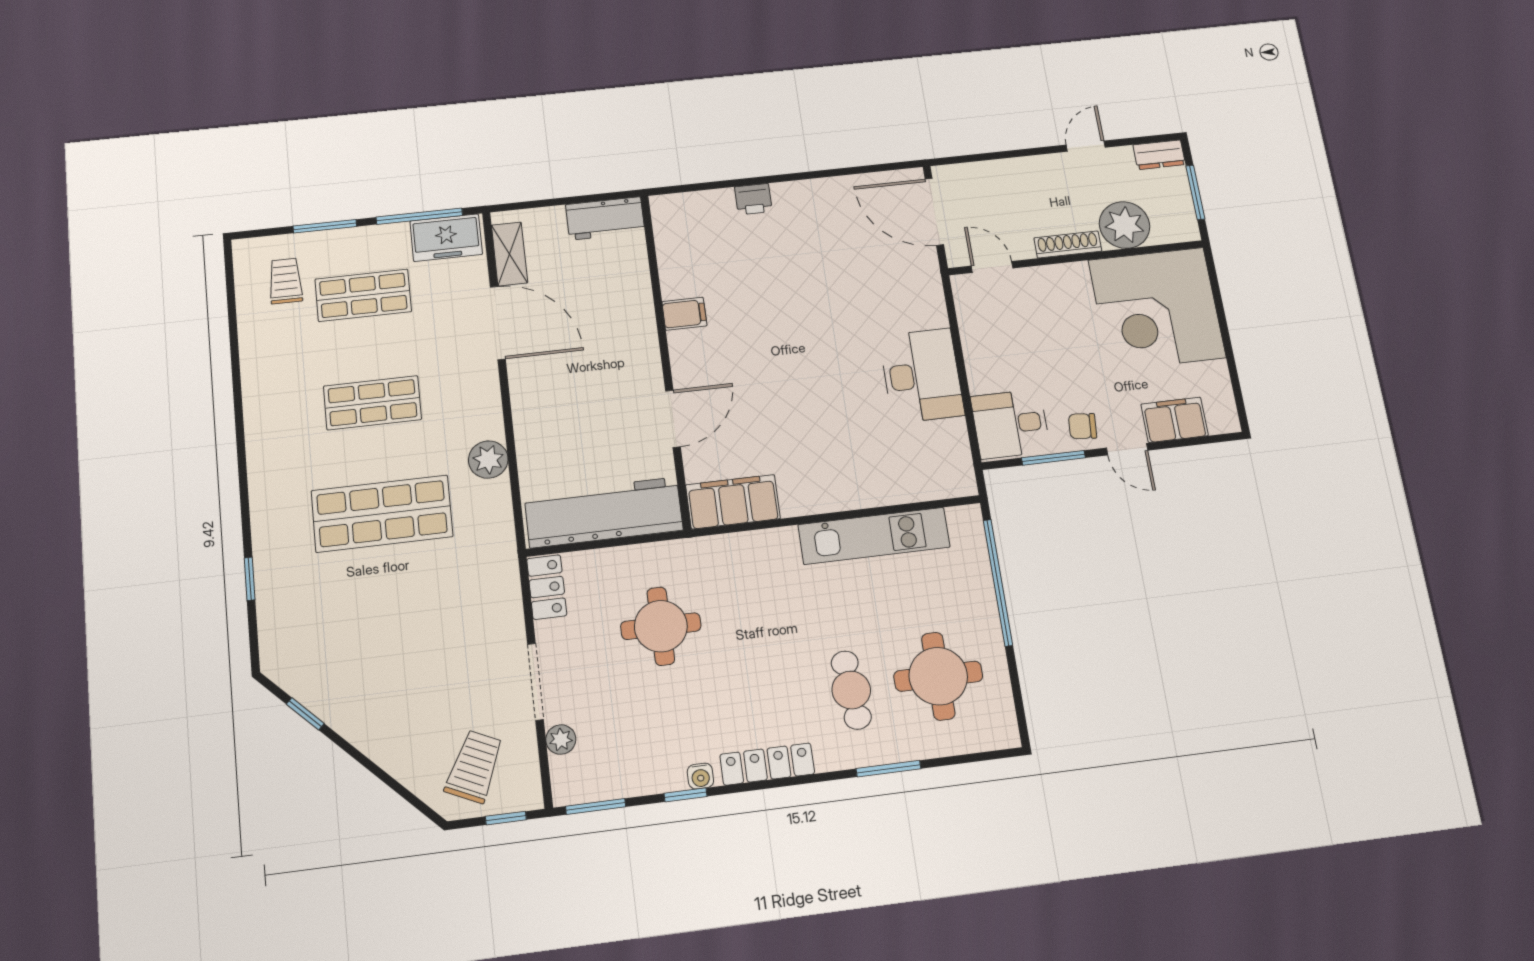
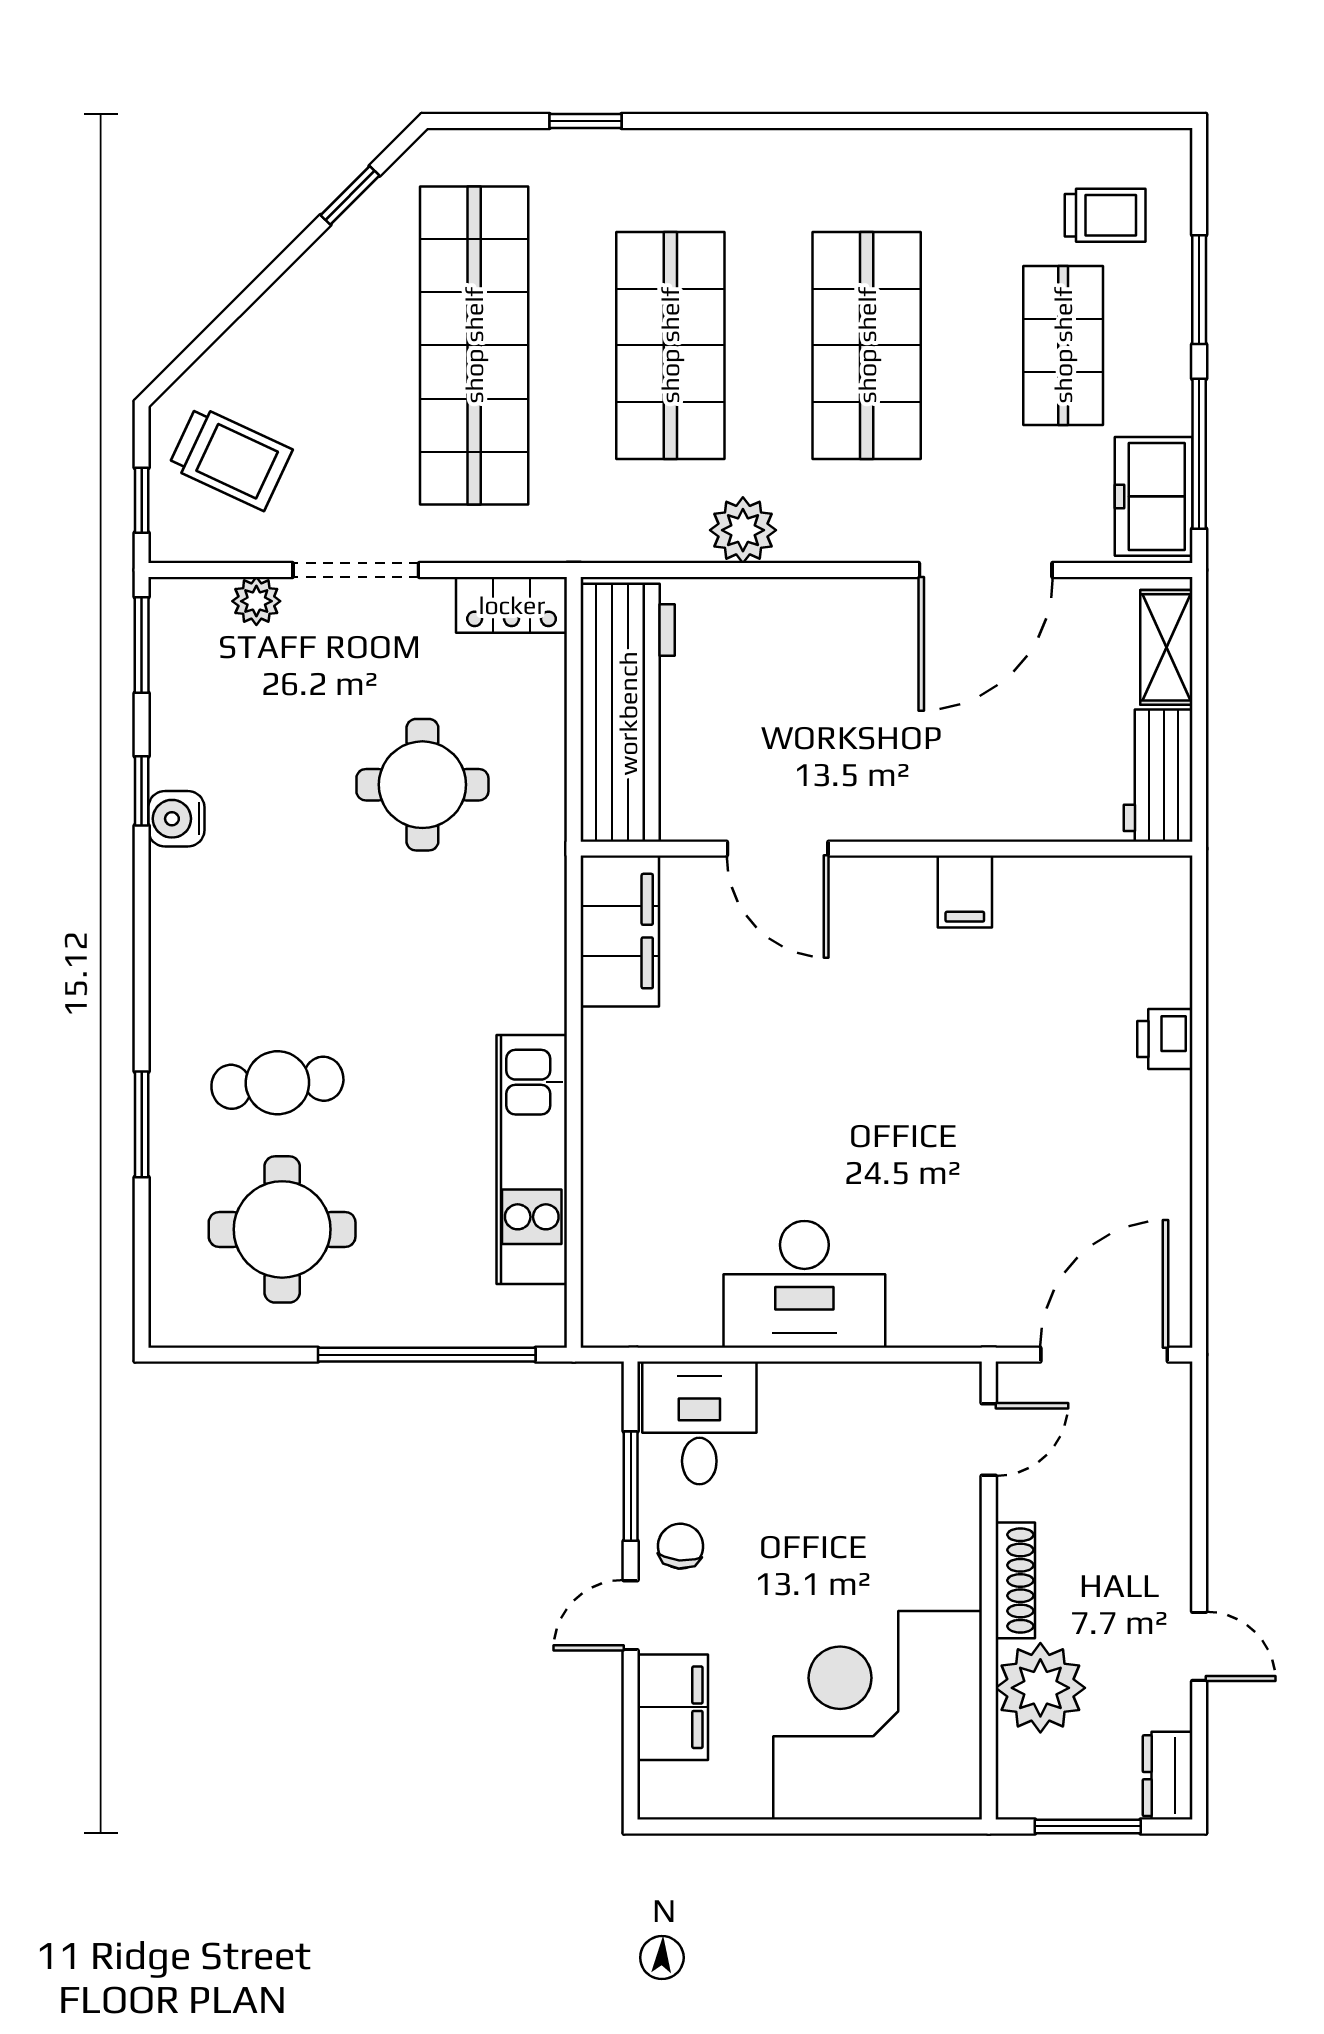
shelving: (510, 254) -> (1166, 647), moved, turned 90
shop shelf: (372, 403) -> (867, 345), width x1.43, depth x1.36
shop shelf: (392, 628) -> (474, 345), added
locker: (767, 764) -> (174, 929), removed
water cooler: (700, 776) -> (176, 819), width x1.38, depth x1.38

